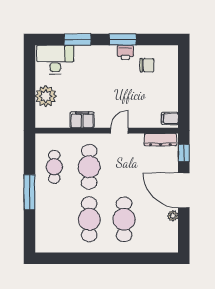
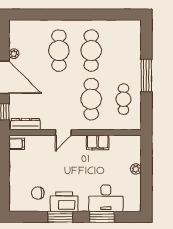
printer: (125, 52) -> (64, 202), width x1.87, depth x1.48
desk: (55, 60) -> (106, 198), moved
plant: (46, 96) -> (136, 169), width x0.53, depth x0.53

